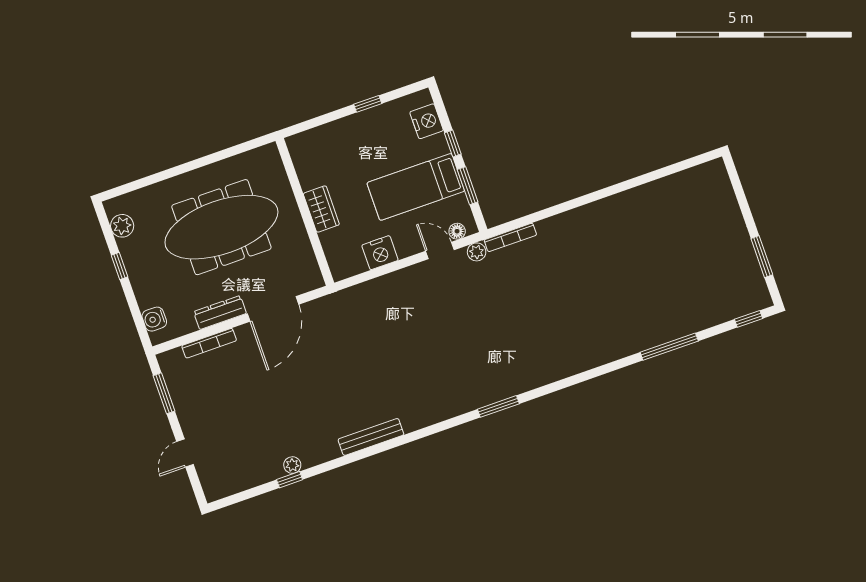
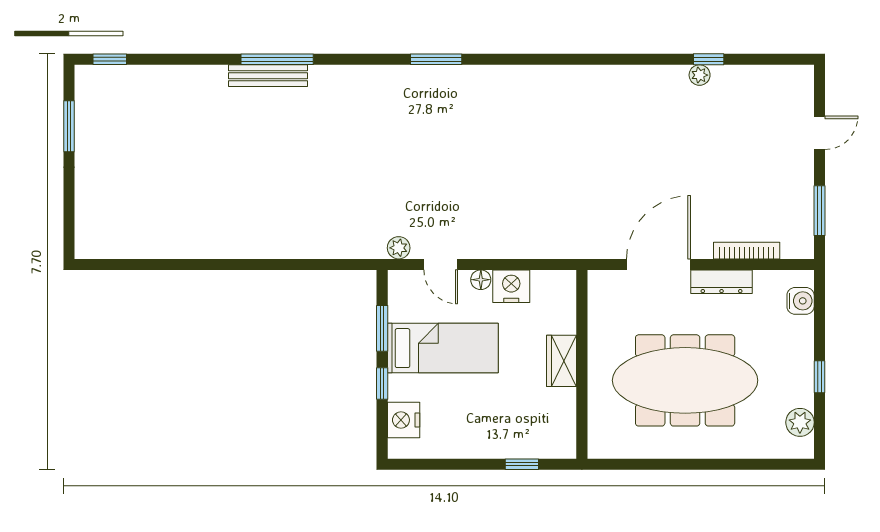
window: (368, 104) -> (522, 464), moved
floor lamp: (457, 231) -> (481, 280), moved
bookcase: (510, 237) -> (353, 251), removed
window: (669, 347) -> (277, 59), moved
bench: (371, 437) -> (268, 76), moved

